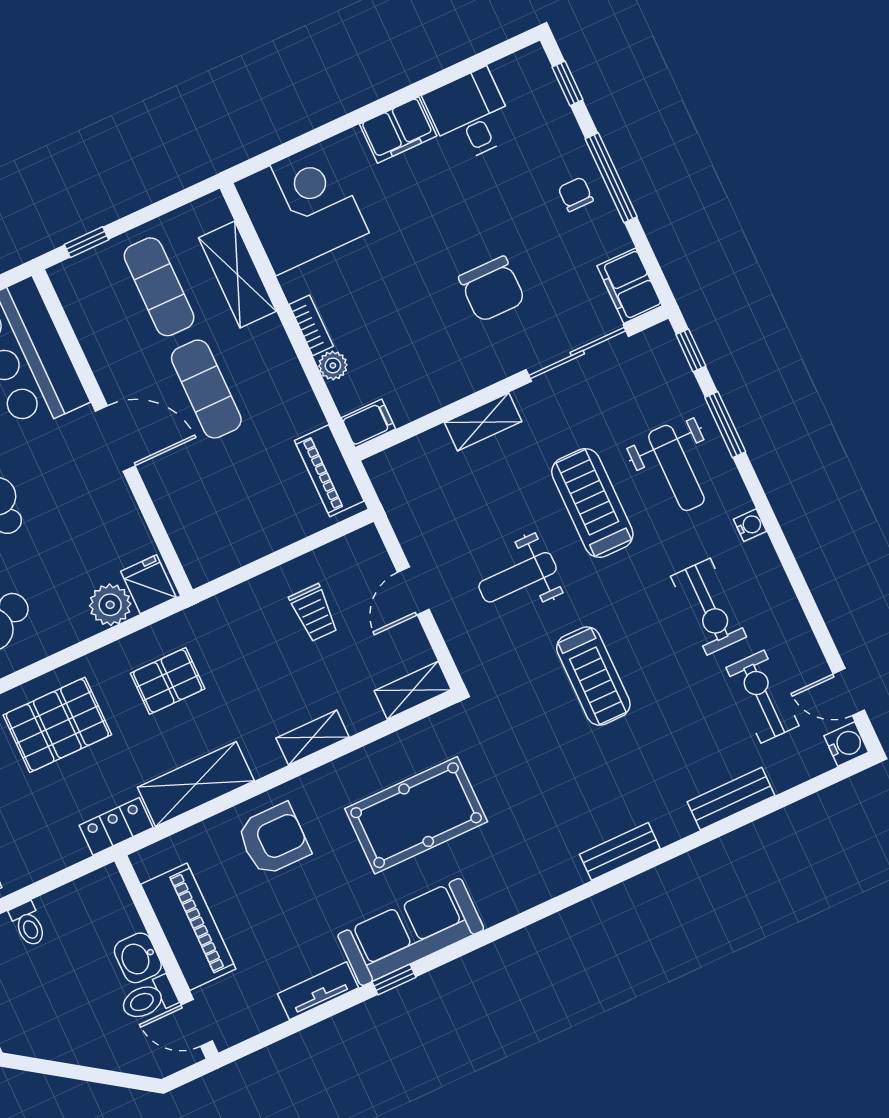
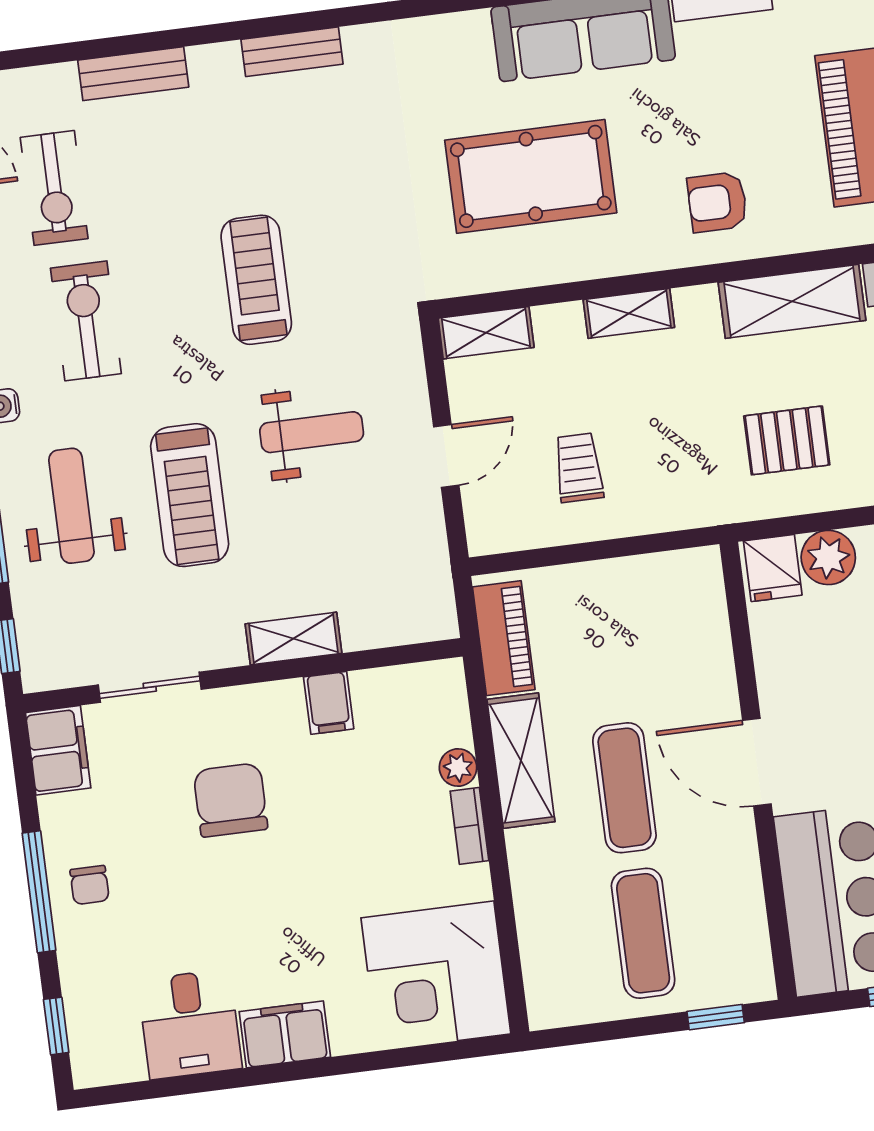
shelving: (237, 274) -> (521, 761), moved
sliding door: (577, 353) -> (150, 687), width x0.73
filing cabinet: (368, 423) -> (329, 703), moved, turned -90
armchair: (274, 839) -> (717, 202), width x0.72, depth x0.72

